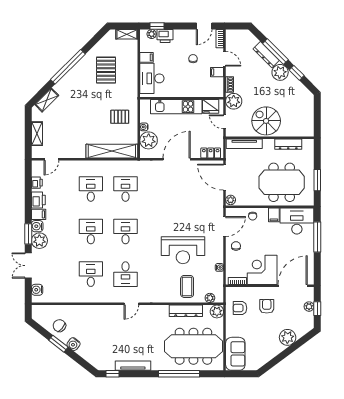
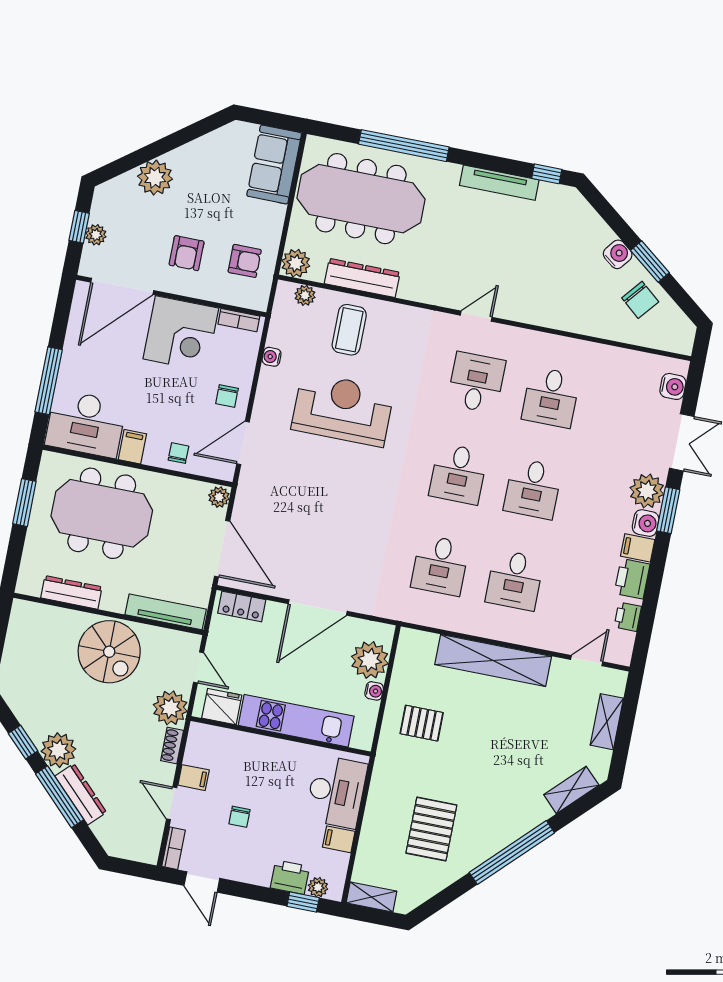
door: (204, 26) -> (202, 882), swing flipped
shelving: (112, 151) -> (493, 660), moved

